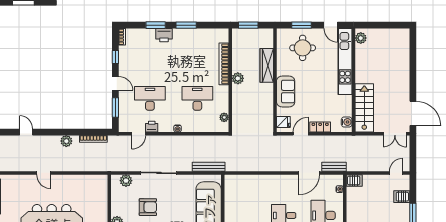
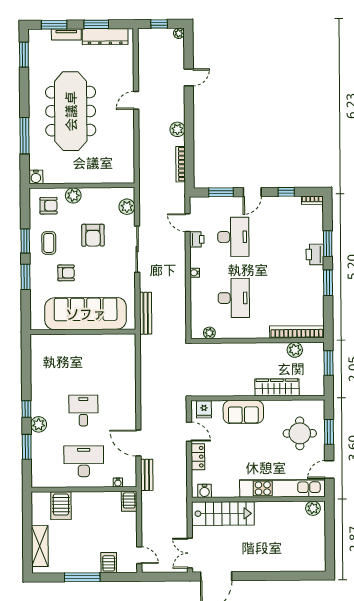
bookcase: (224, 64) -> (297, 332), moved
plant: (238, 78) -> (295, 350), moved

